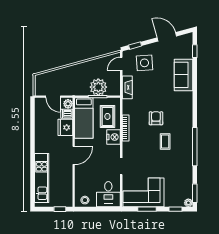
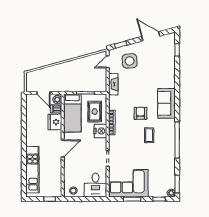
sofa: (183, 75) -> (166, 103), moved
plant: (98, 87) -> (86, 84), removed

